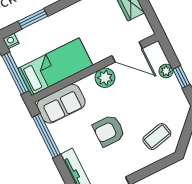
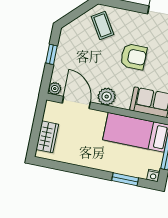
plant: (166, 71) -> (55, 89), moved
coffee table: (157, 137) -> (102, 25), turned 71

